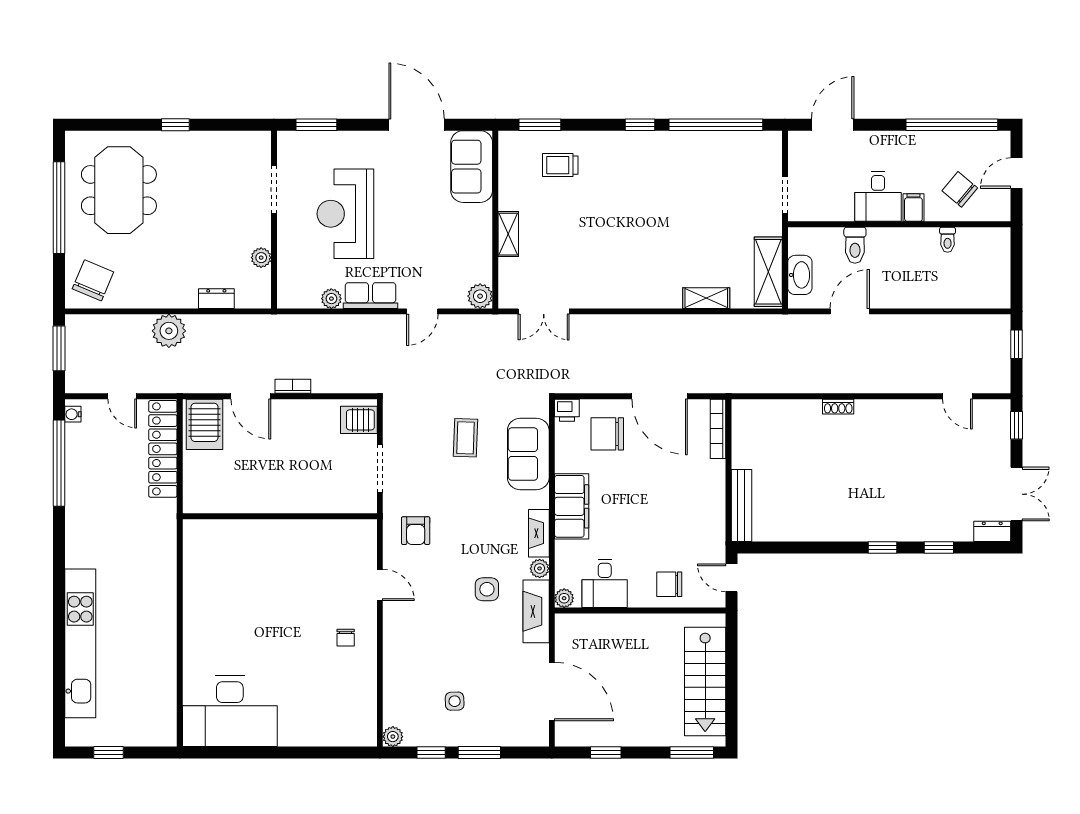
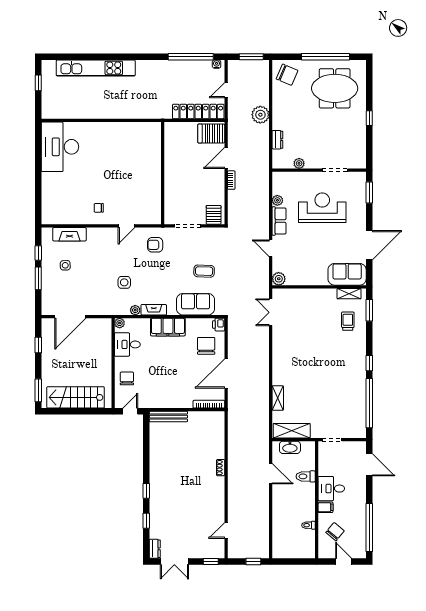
shelving: (508, 234) -> (349, 294), moved
fireplace: (536, 611) -> (69, 234), moved, turned 180
plant: (393, 737) -> (47, 233), removed

